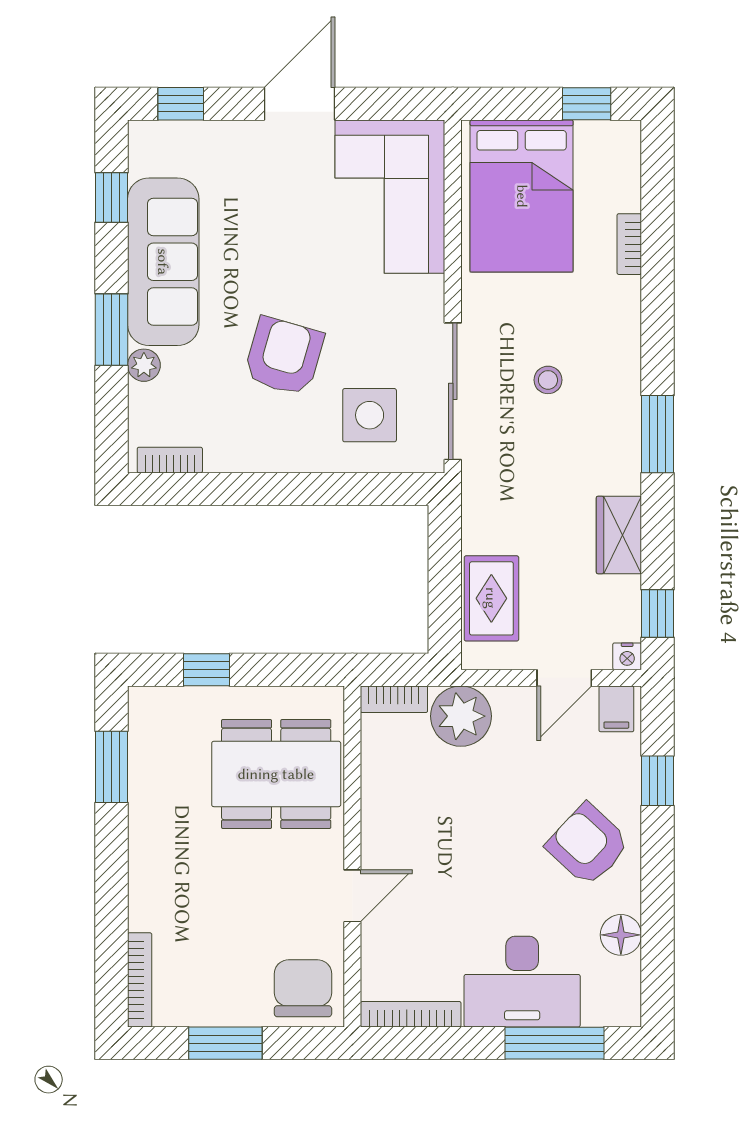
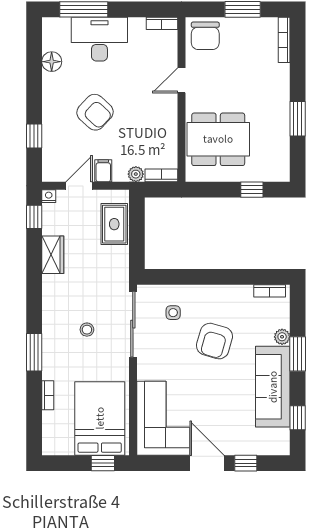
window: (181, 104) -> (246, 463), moved
door: (299, 104) -> (207, 463), swing flipped
window: (587, 104) -> (103, 463), moved
side table: (370, 415) -> (173, 313), width x0.54, depth x0.54
window: (658, 434) -> (34, 352), moved
filing cabinet: (616, 709) -> (103, 171), moved
plant: (461, 716) -> (136, 174), width x0.53, depth x0.53
window: (112, 767) -> (298, 119), moved
armchair: (588, 845) -> (95, 112), moved
bookcase: (411, 1014) -> (162, 23), width x0.64

